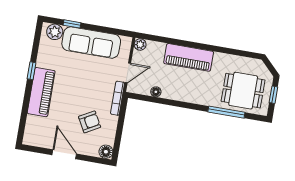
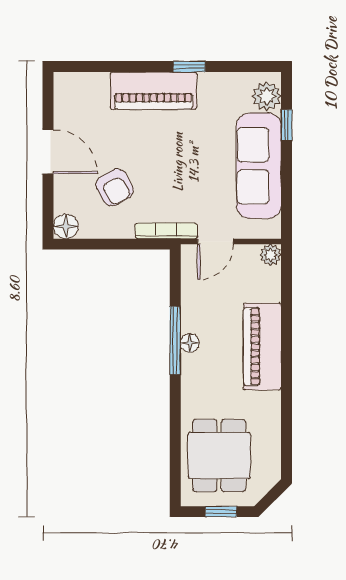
door: (128, 73) -> (215, 241), hinge flipped
floor lamp: (156, 92) -> (190, 343), moved
window: (226, 112) -> (175, 340), moved
door: (64, 154) -> (48, 152), hinge flipped

